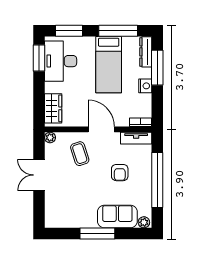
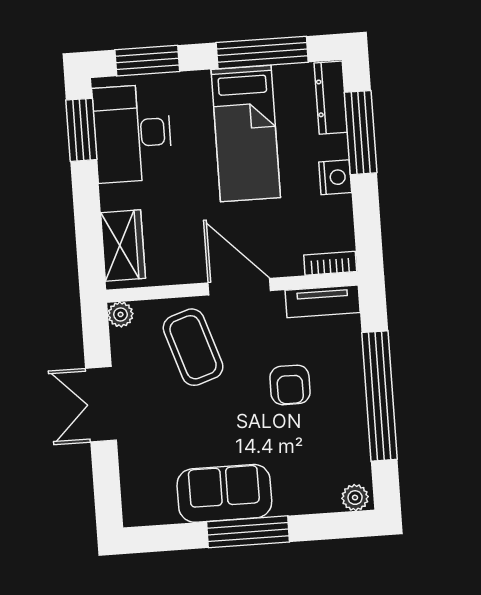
coffee table: (80, 154) -> (193, 347), width x1.36, depth x1.30
sofa: (117, 217) -> (224, 493), moved

